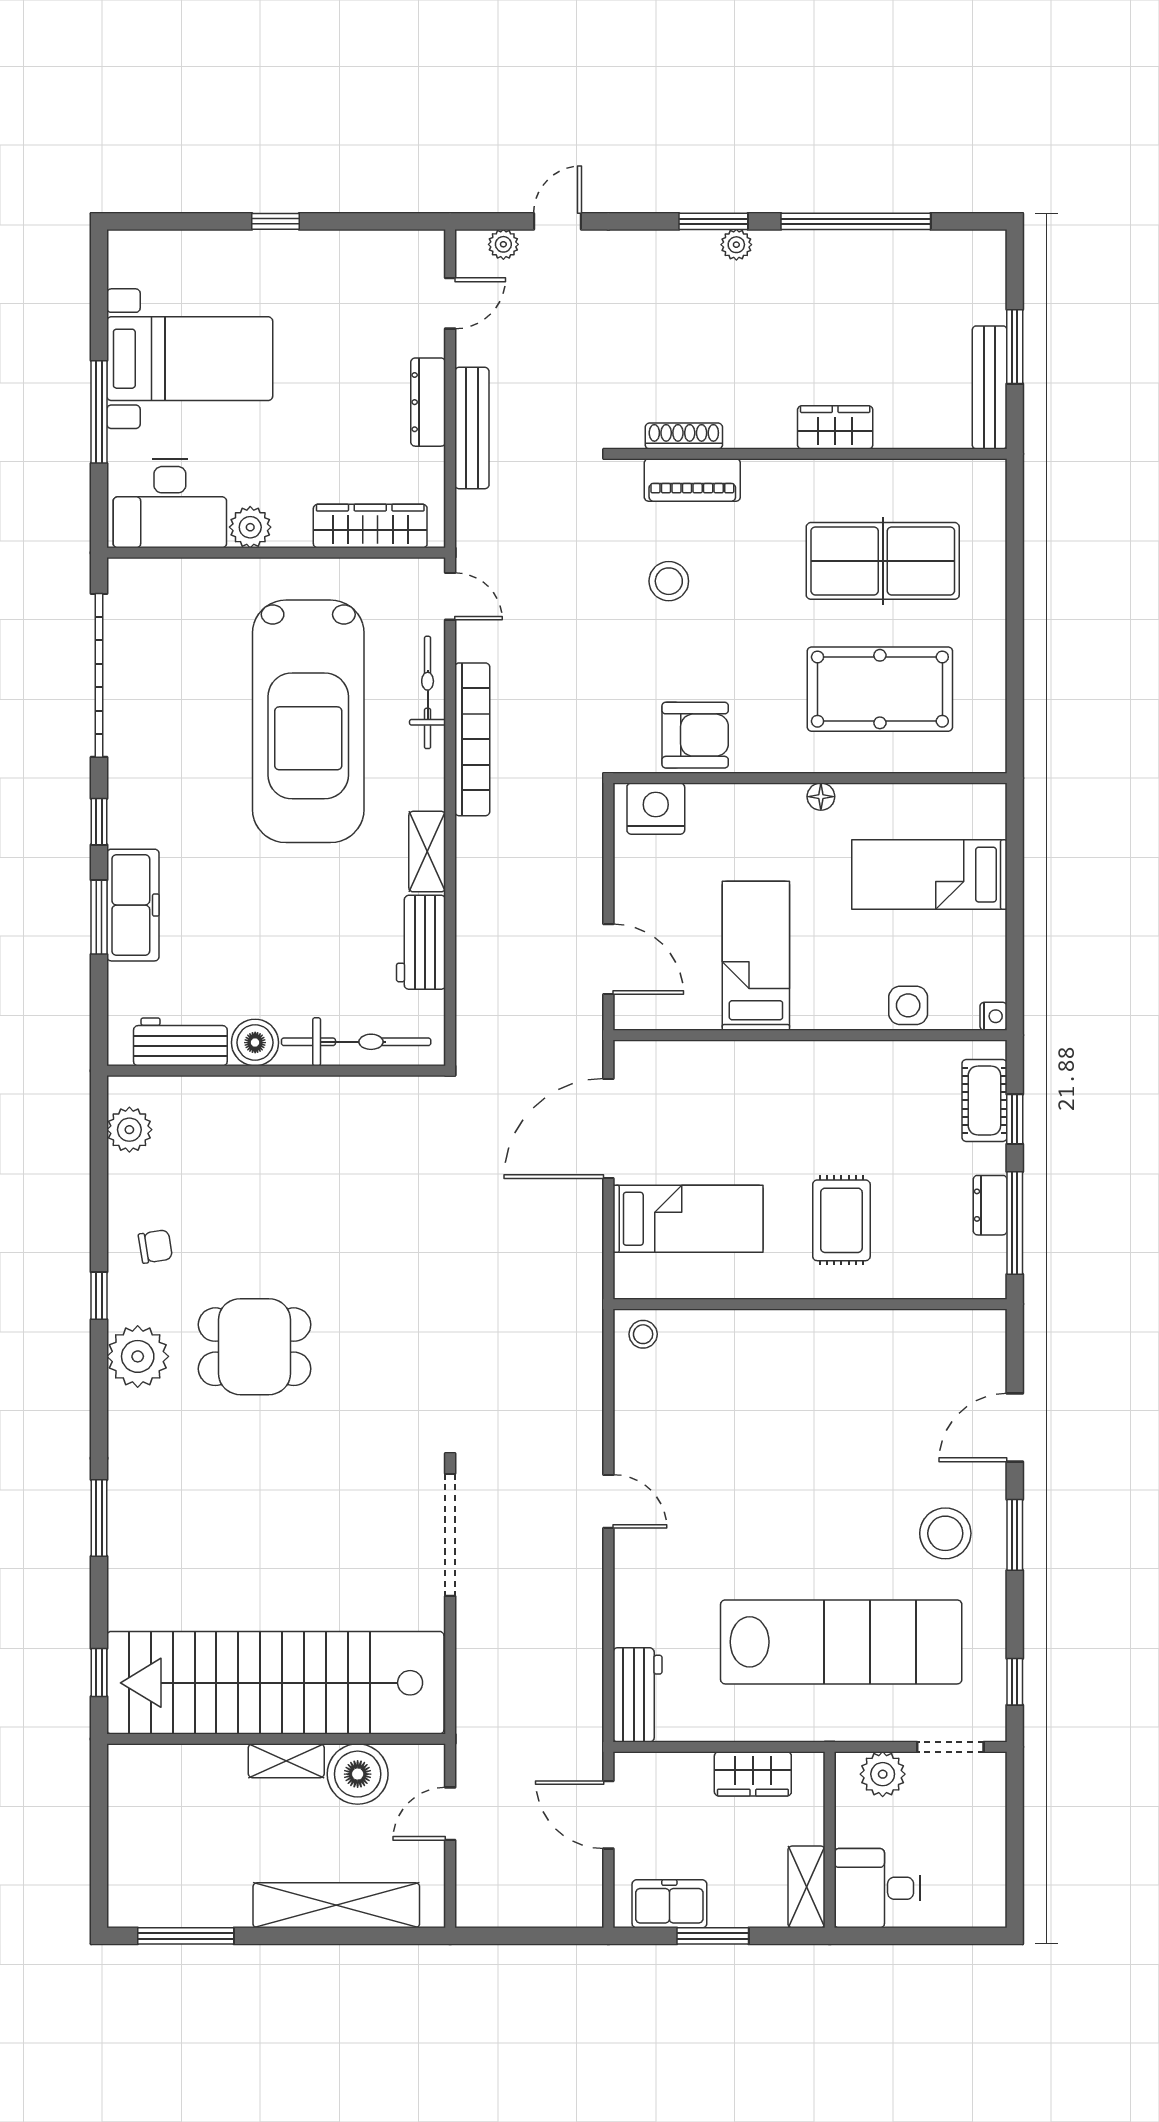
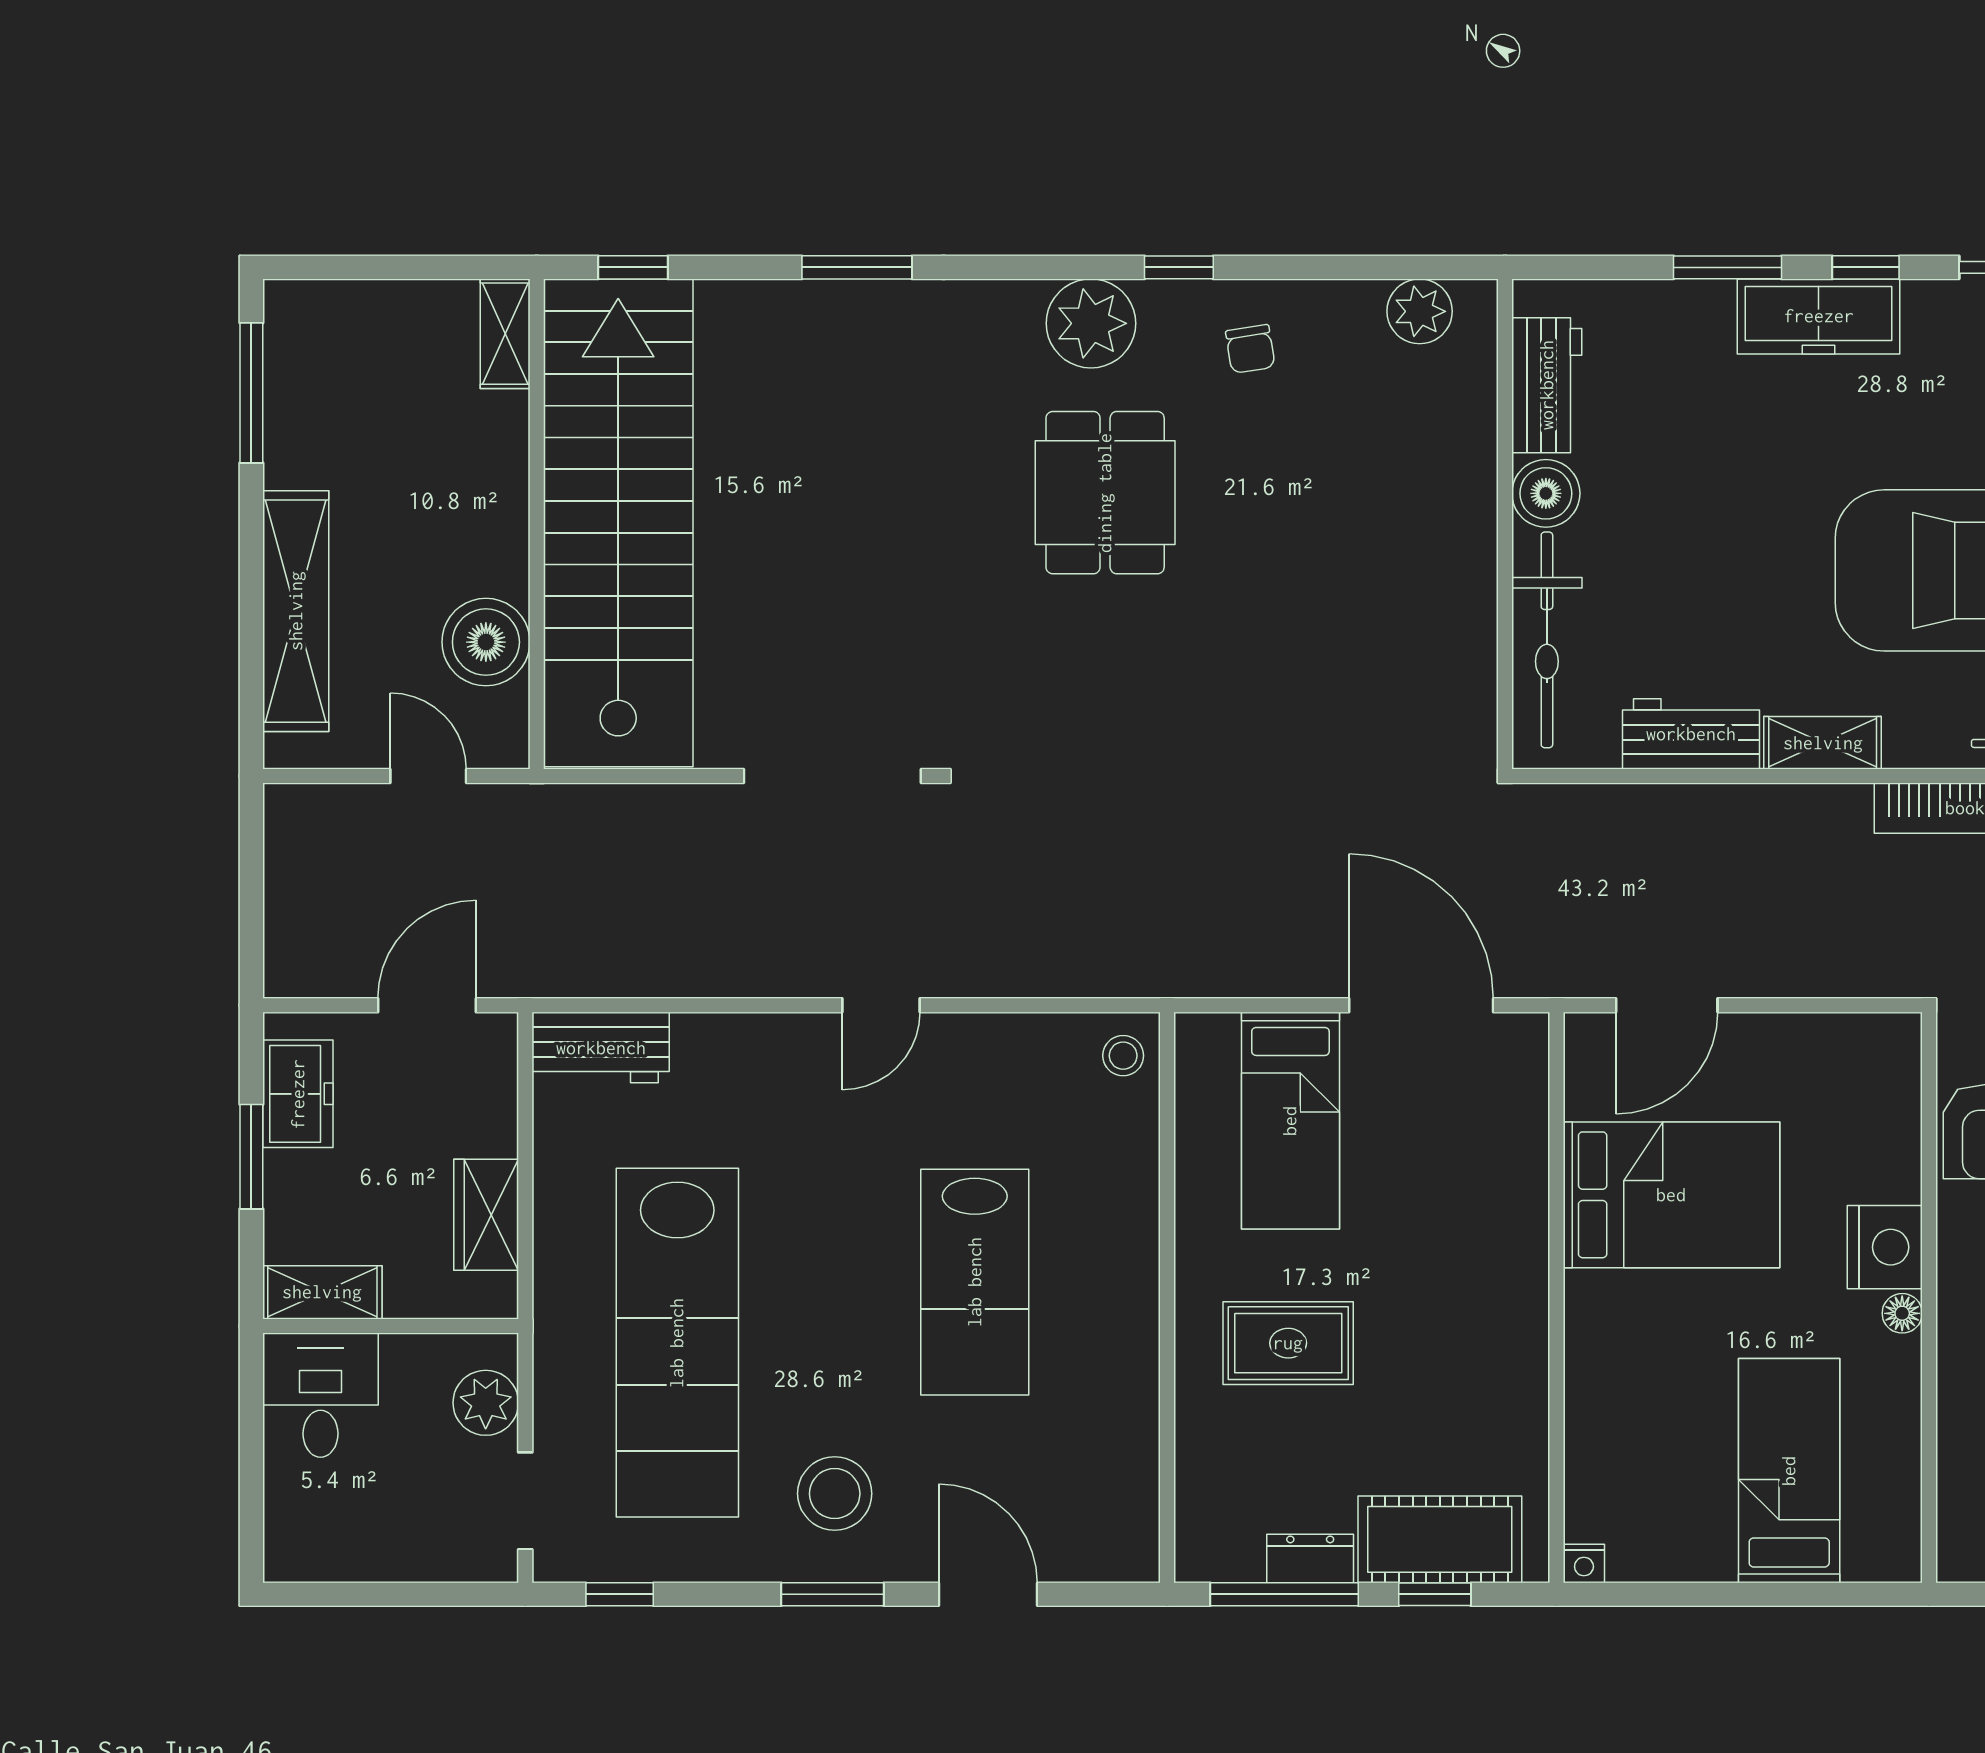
nightstand: (656, 809) -> (1885, 1247), moved
freezer: (133, 905) -> (1819, 316), moved
bed: (756, 956) -> (1671, 1195), width x1.50
side table: (908, 1005) -> (1600, 1440), removed
cot: (984, 1100) -> (1440, 1539), width x1.37, depth x1.34
lab bench: (799, 1437) -> (975, 1282), added
shelving: (286, 1761) -> (505, 334), moved

